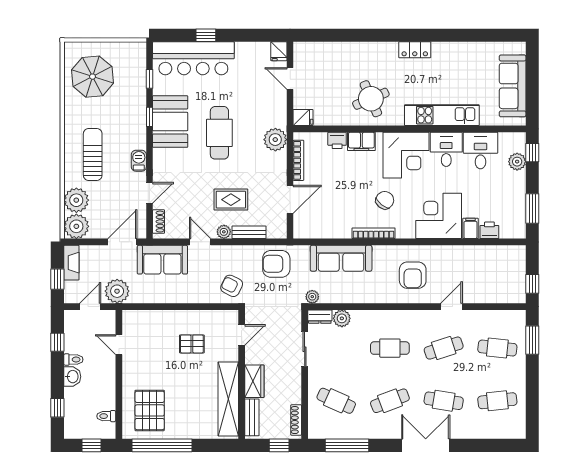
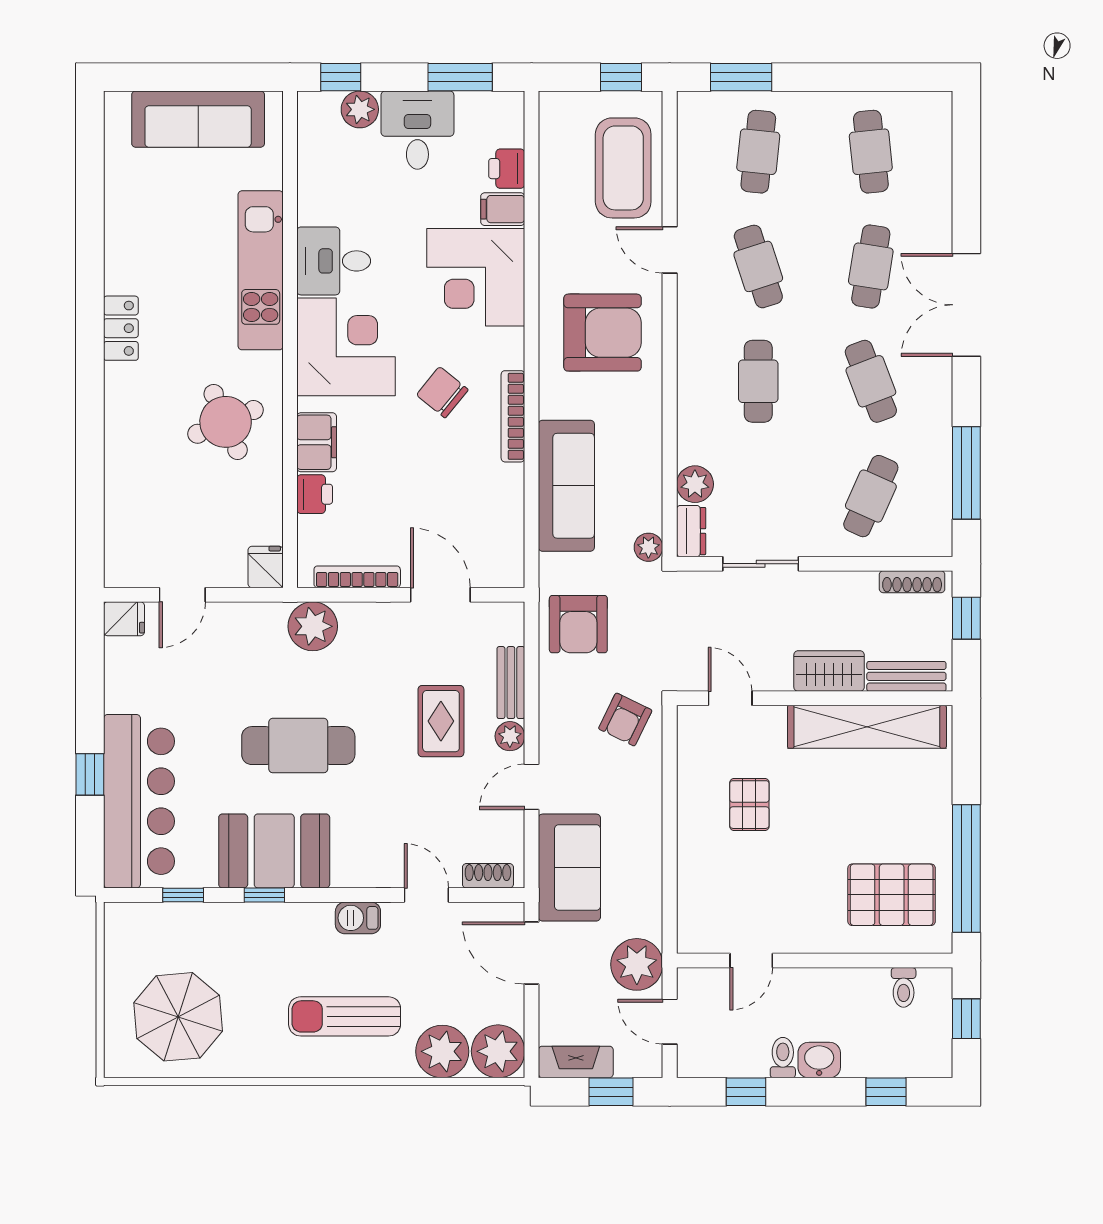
desk: (480, 150) -> (417, 130), moved, turned 90
armchair: (413, 275) -> (602, 333), width x1.36, depth x1.36
coffee table: (490, 285) -> (623, 168), added

